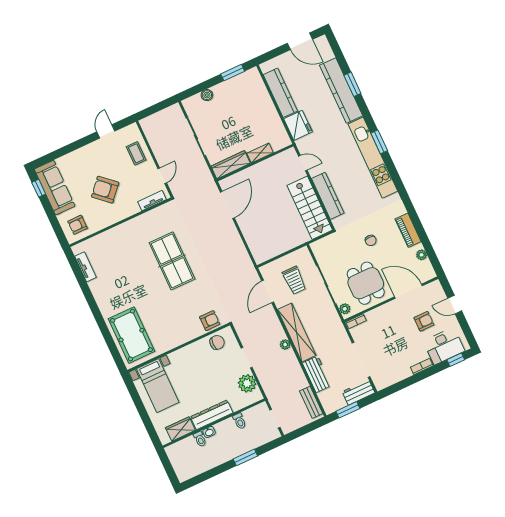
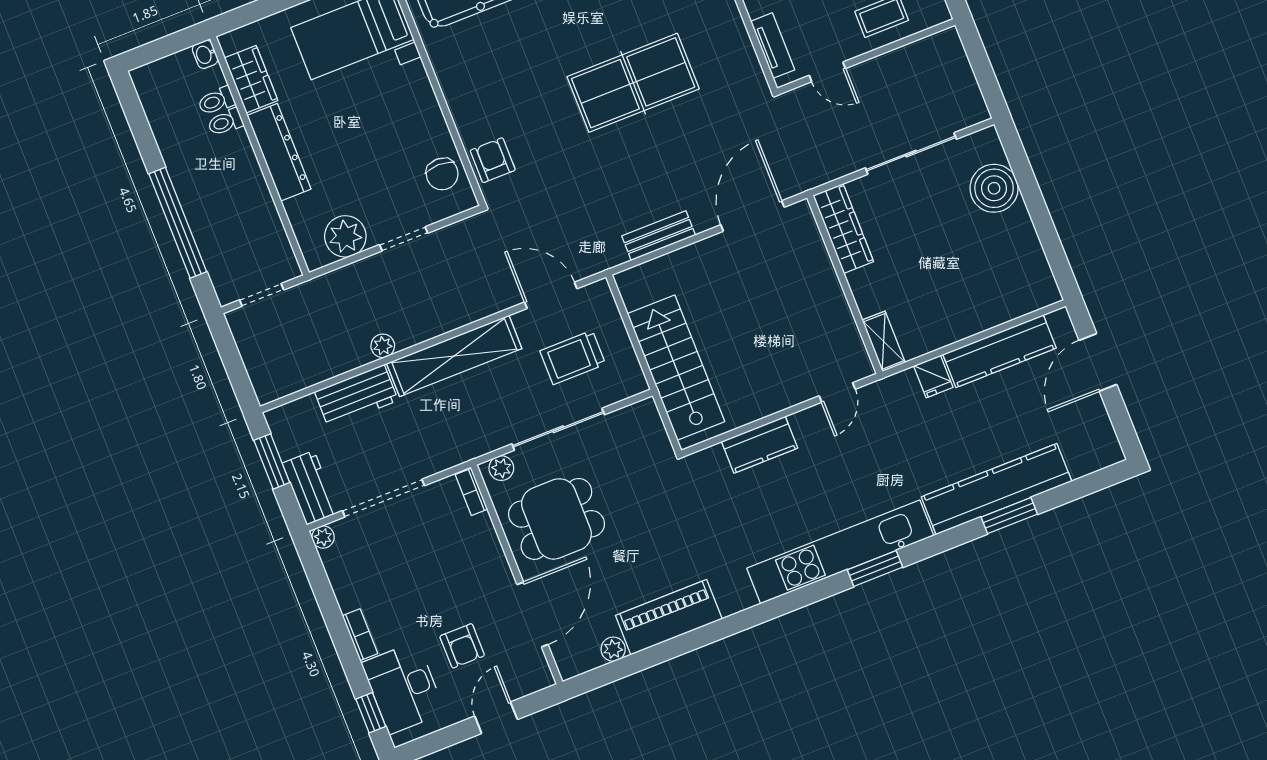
door: (300, 41) -> (1098, 362), moved
window: (233, 73) -> (1052, 246), removed
boiler: (207, 95) -> (994, 188), width x1.86, depth x1.86
fridge: (298, 125) -> (933, 376), width x0.53, depth x0.75
shelving: (260, 153) -> (884, 341), moved
kitchen counter: (328, 196) -> (760, 445), width x0.67
door: (227, 205) -> (753, 216), swing flipped
stairs: (310, 208) -> (676, 368), moved, turned 90
piano: (408, 230) -> (669, 617), width x1.37, depth x1.33
chair: (371, 240) -> (653, 536), removed
armchair: (210, 321) -> (493, 160), turned 180
plant: (285, 345) -> (383, 346), moved
plant: (380, 385) -> (323, 537), added
bench: (311, 402) -> (659, 236), moved
toilet: (239, 421) -> (216, 101), moved
washbasin: (209, 432) -> (205, 54), moved
window: (245, 457) -> (178, 223), width x2.11

